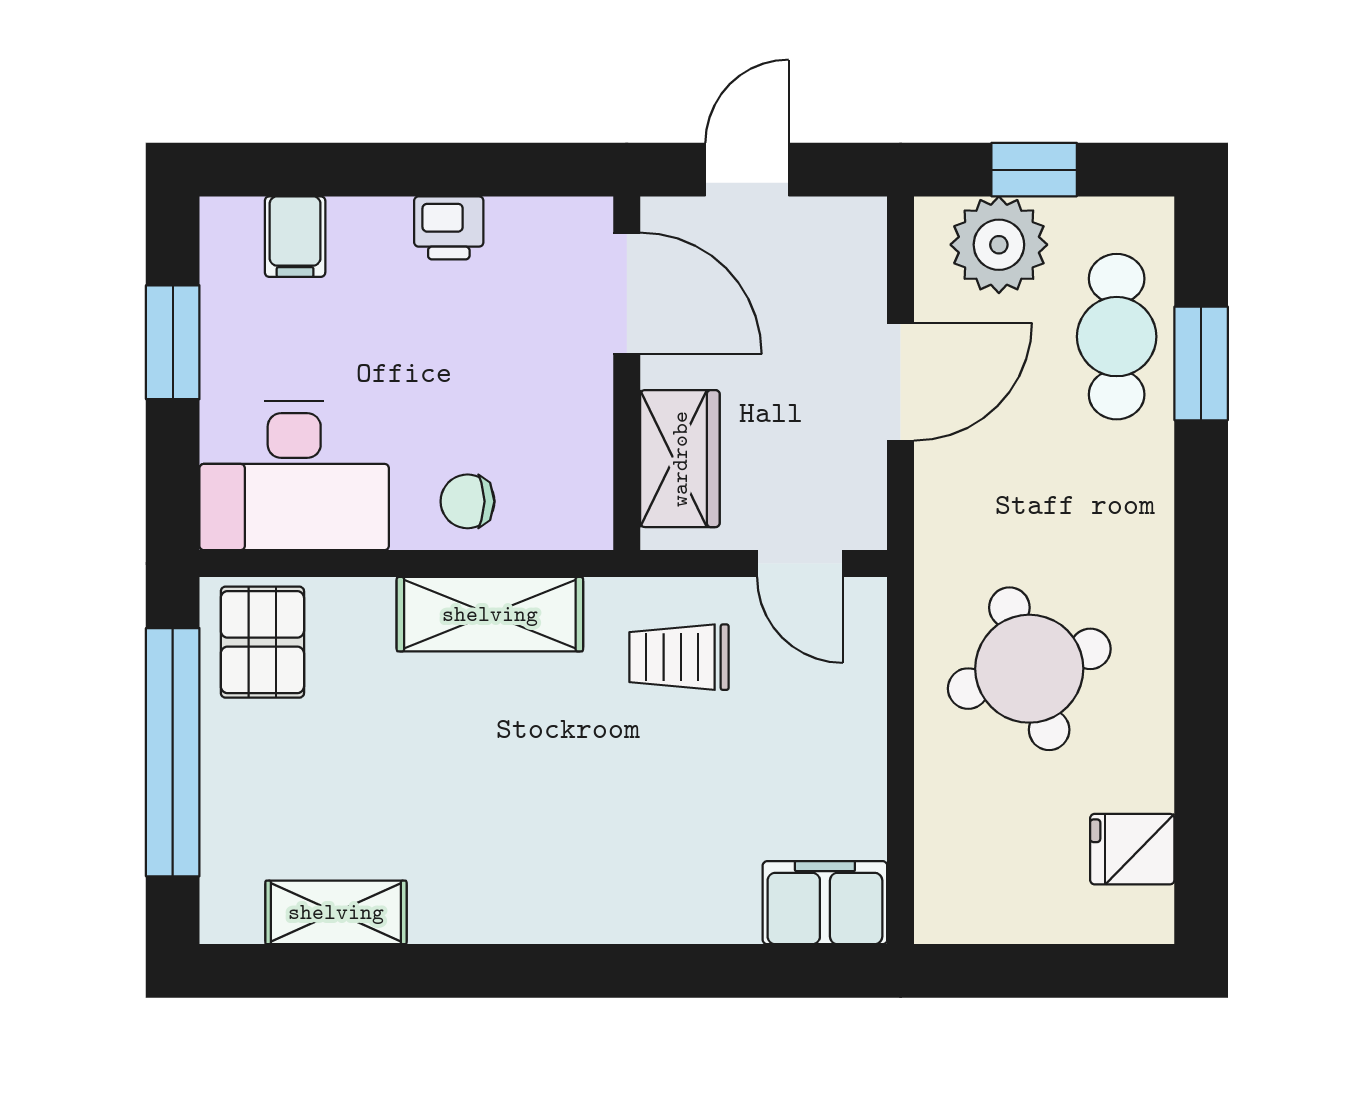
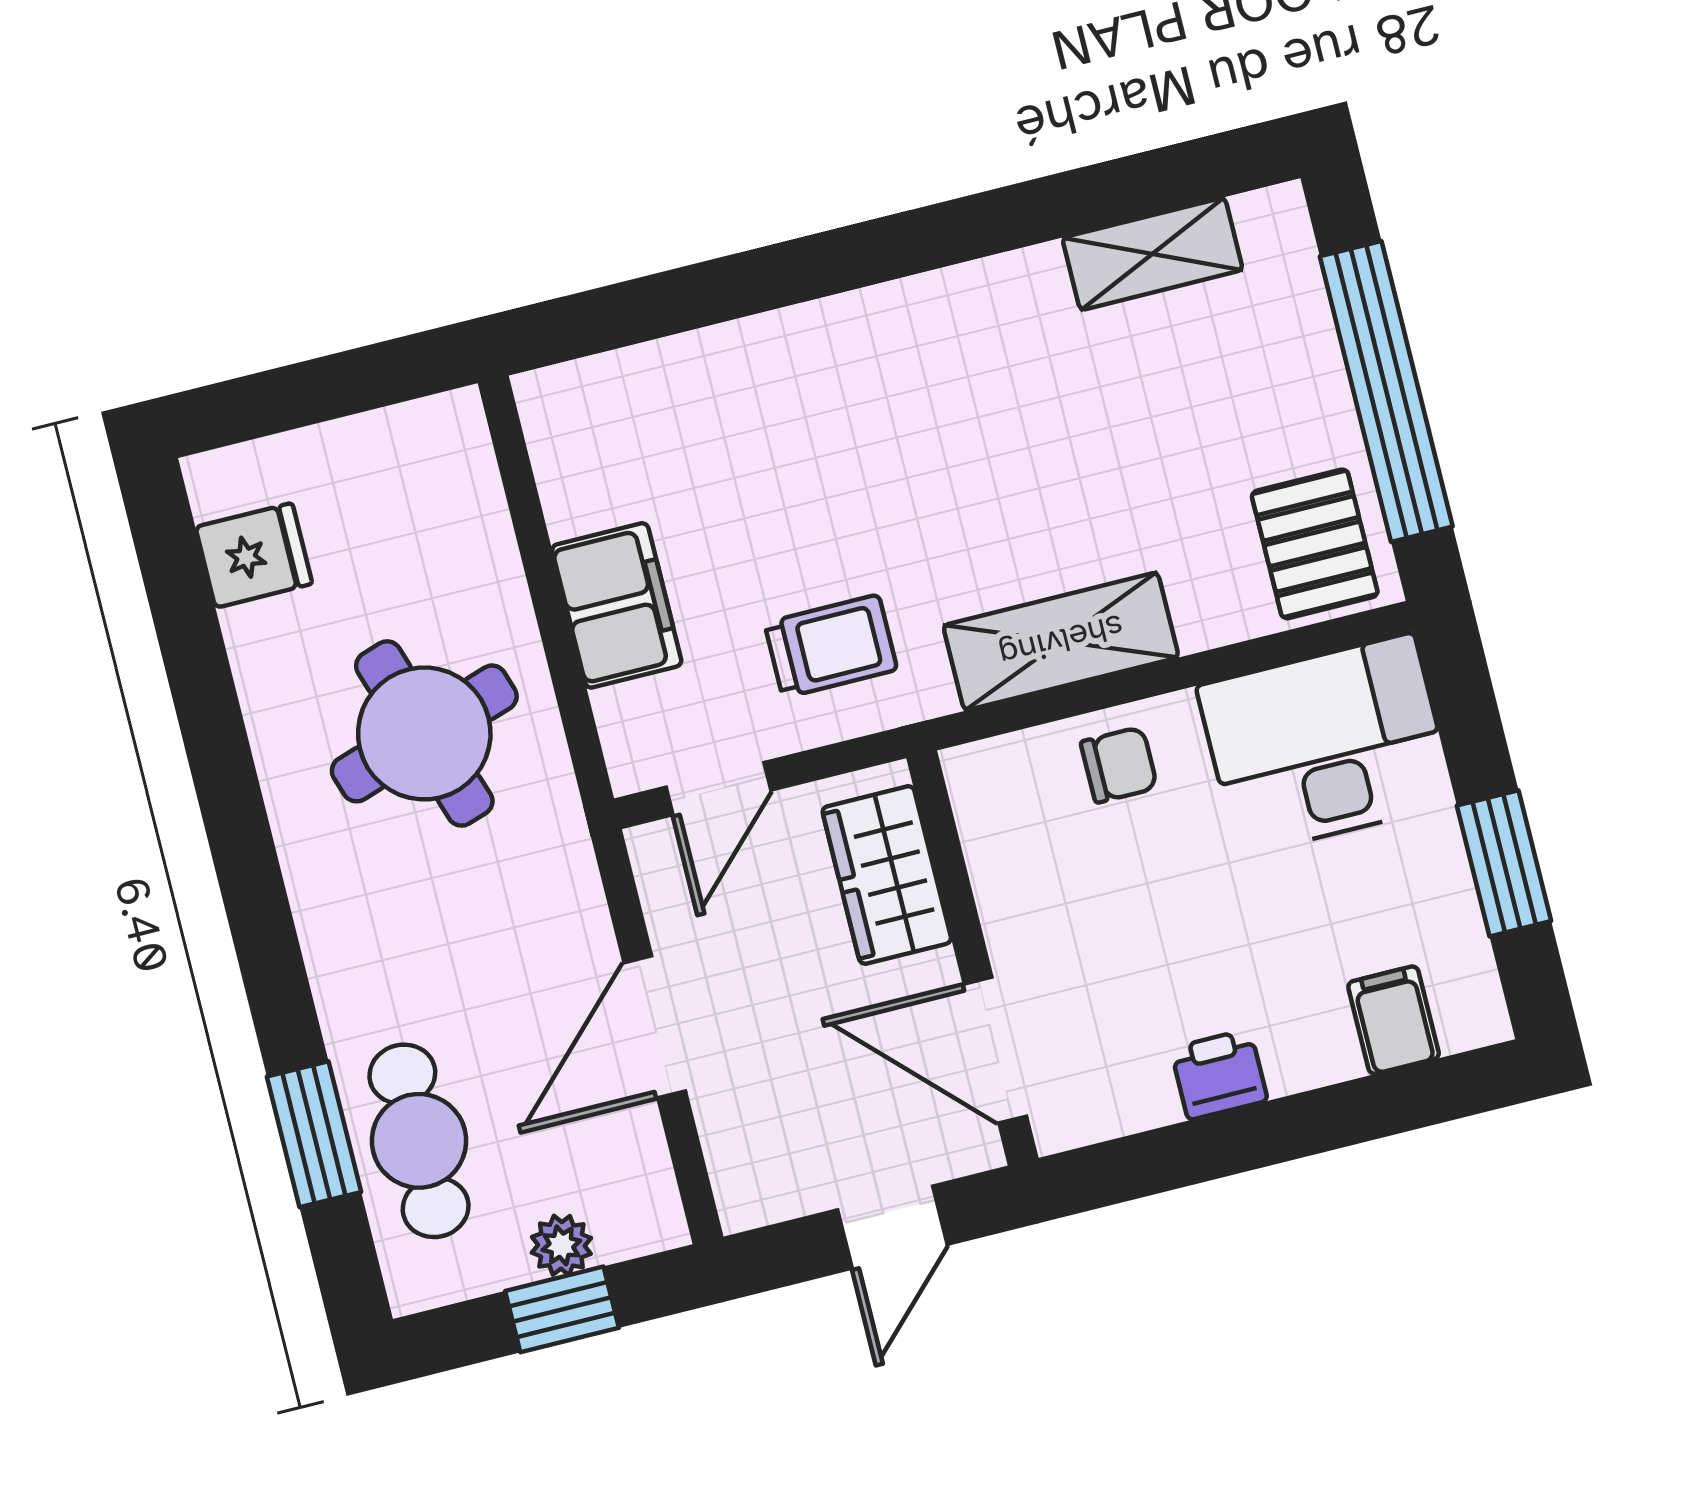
plant: (999, 245) -> (561, 1245), width x0.53, depth x0.53
door: (800, 564) -> (718, 789), swing flipped
filing cabinet: (825, 903) -> (617, 605), moved, turned -90

